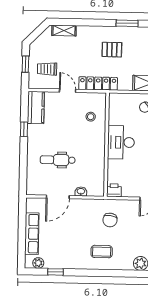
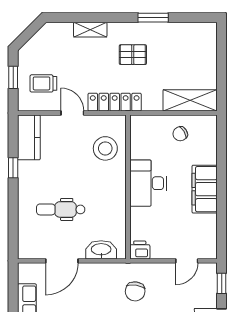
shelving: (64, 31) -> (90, 30), moved
stool: (91, 117) -> (105, 148), width x1.89, depth x1.89
washbasin: (81, 192) -> (101, 250), width x1.91, depth x1.45

